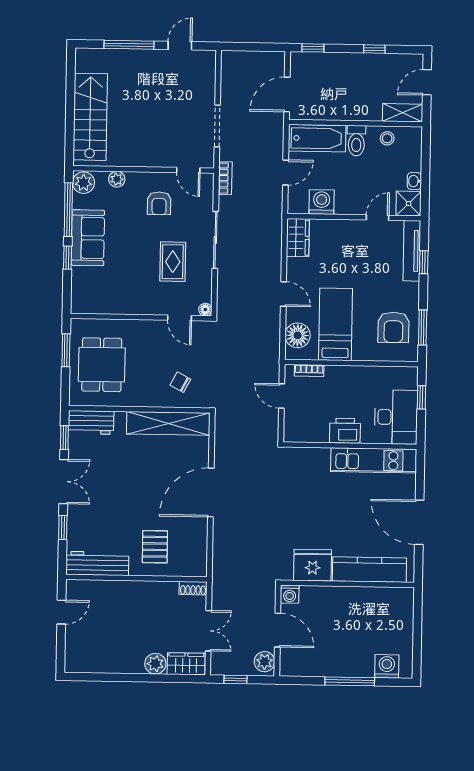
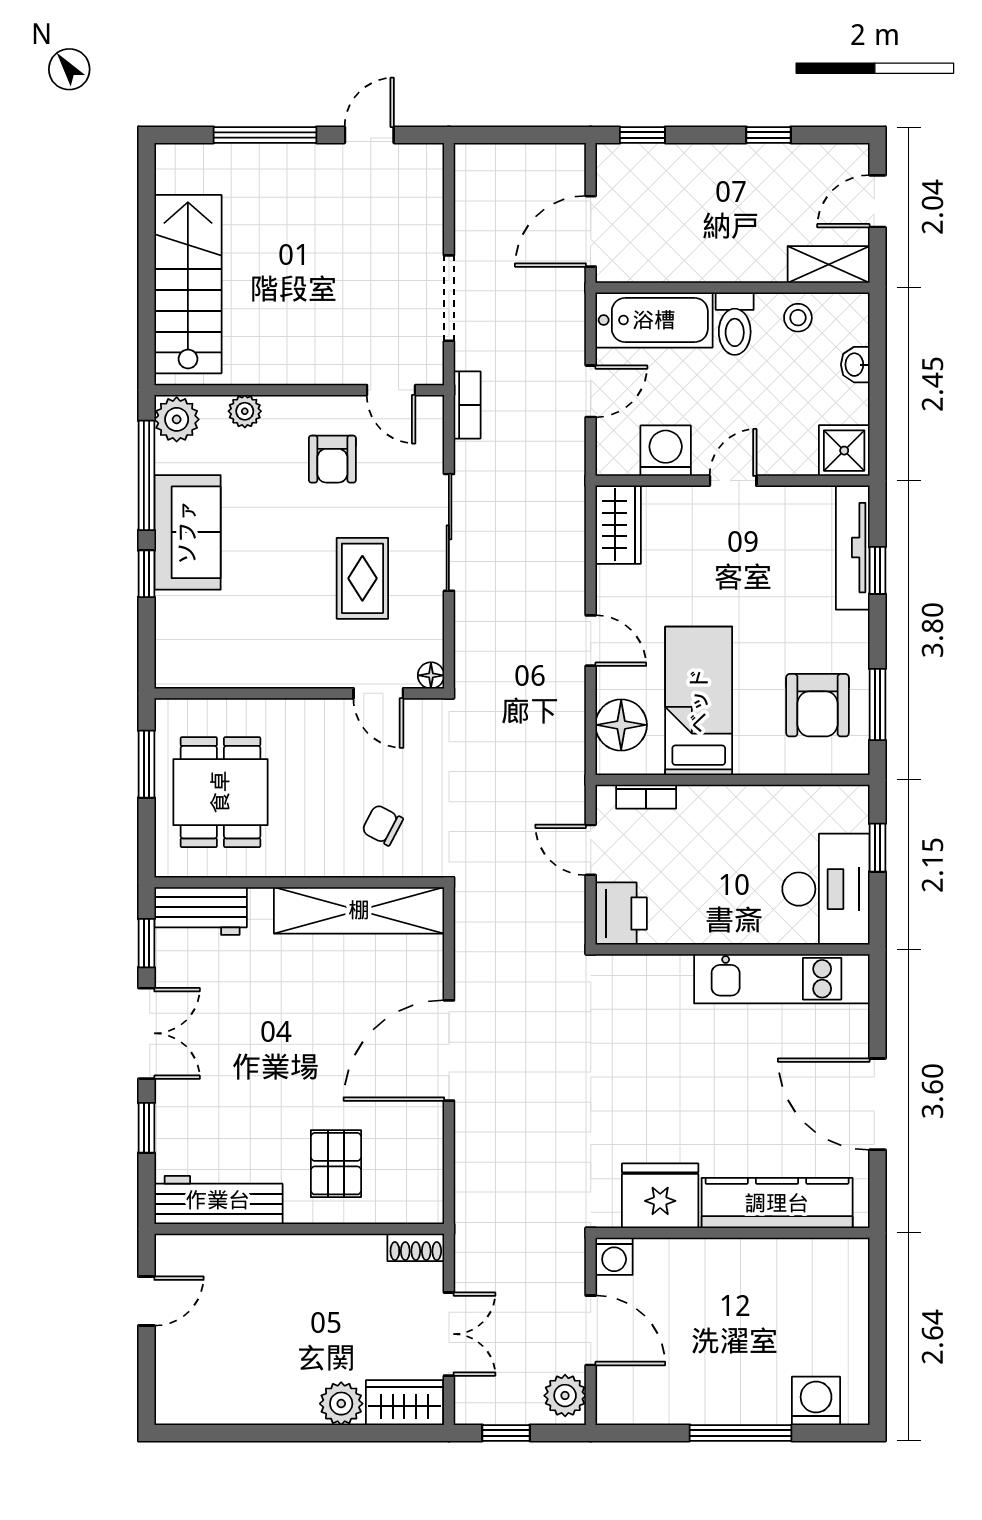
washbasin: (414, 181) -> (855, 365), moved
door: (378, 218) -> (733, 481), moved
printer: (345, 431) -> (621, 914), moved, turned 90

